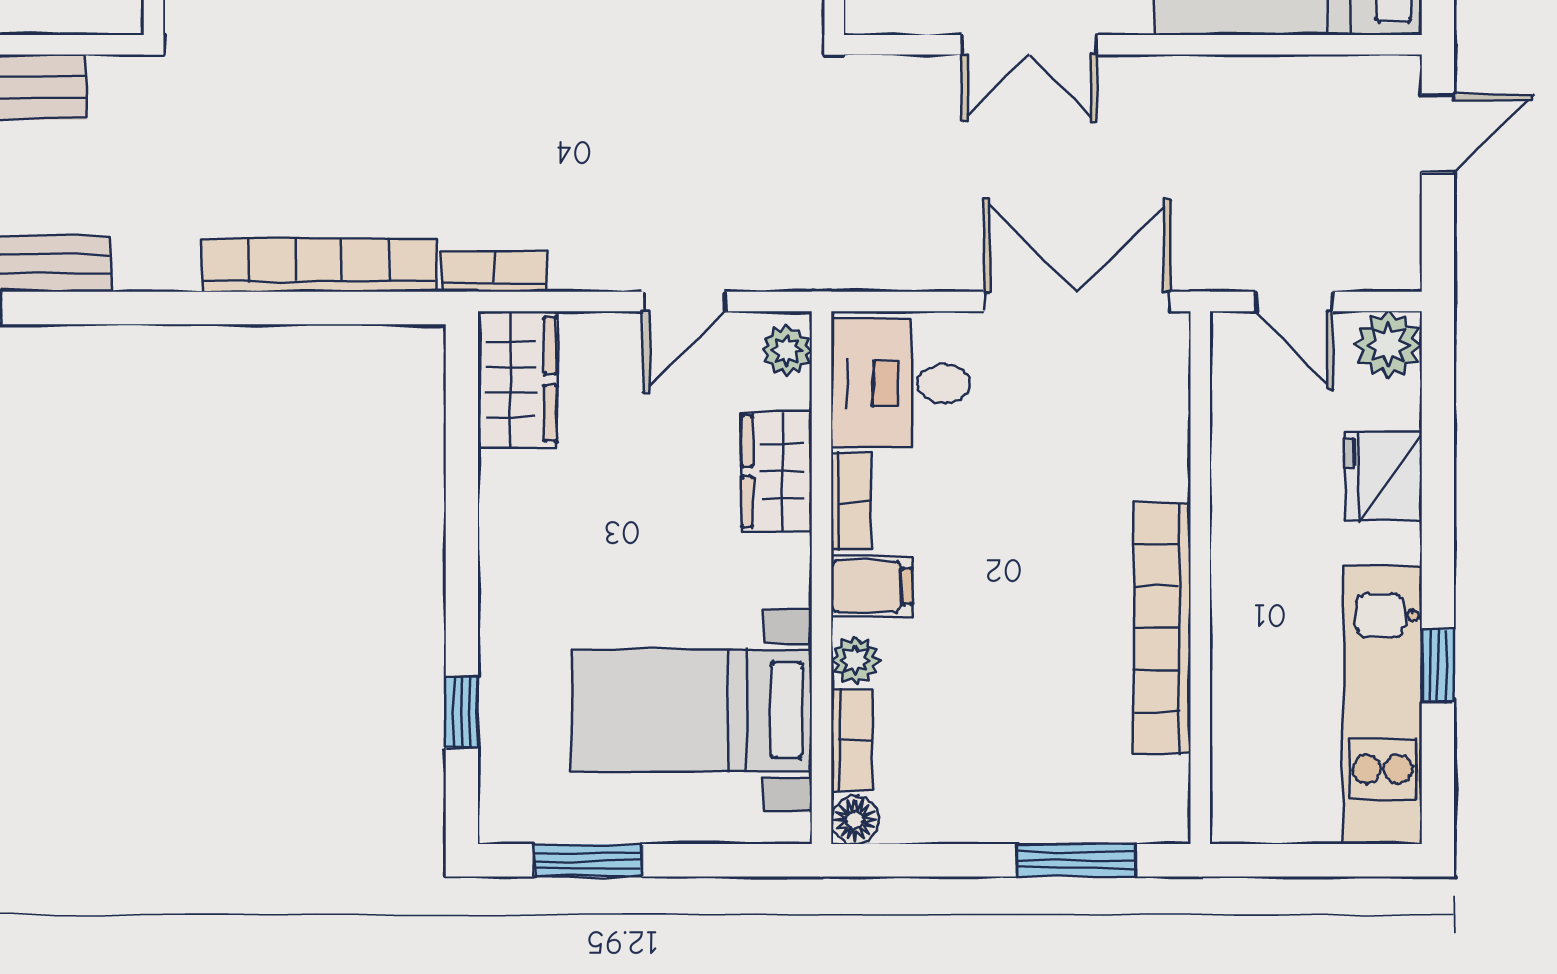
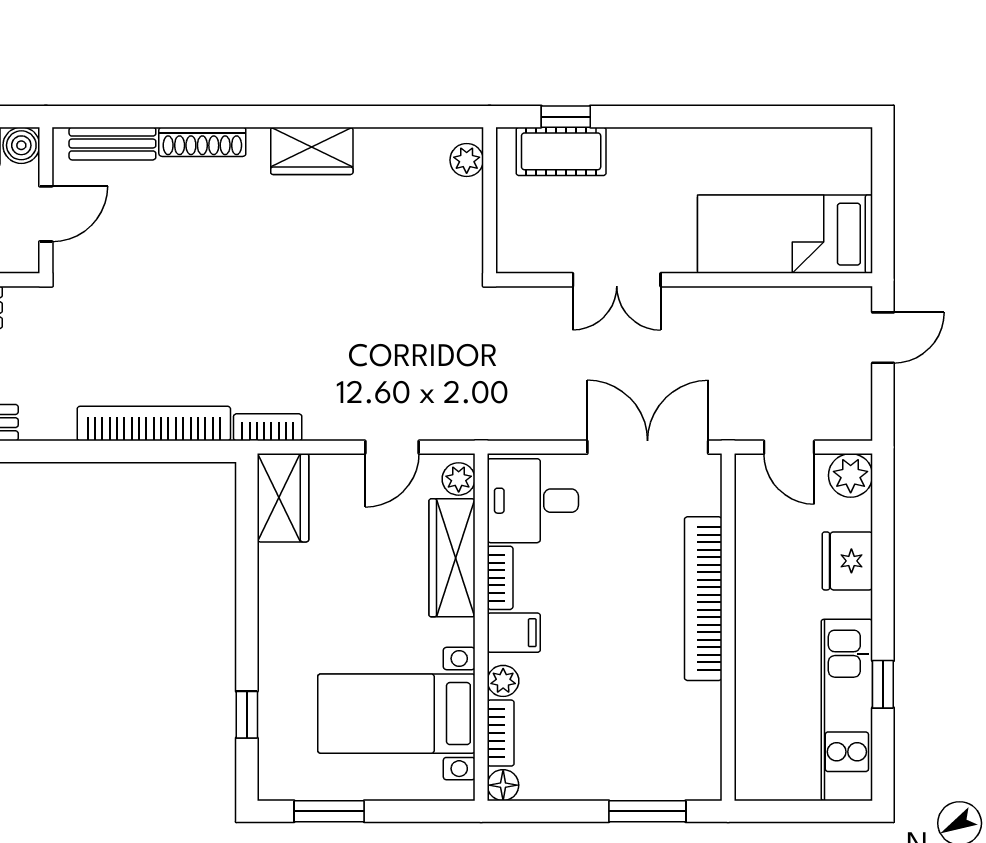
wardrobe: (777, 471) -> (452, 558), width x1.50
bookcase: (1162, 628) -> (703, 599), moved

